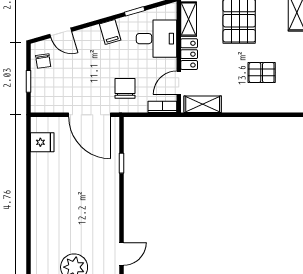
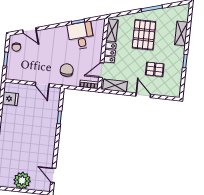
filing cabinet: (110, 32) -> (61, 33), removed
desk: (156, 39) -> (81, 36), moved, turned -106
door: (90, 115) -> (42, 84), width x0.53
door: (248, 115) -> (143, 95), added
door: (122, 254) -> (53, 175), swing flipped

